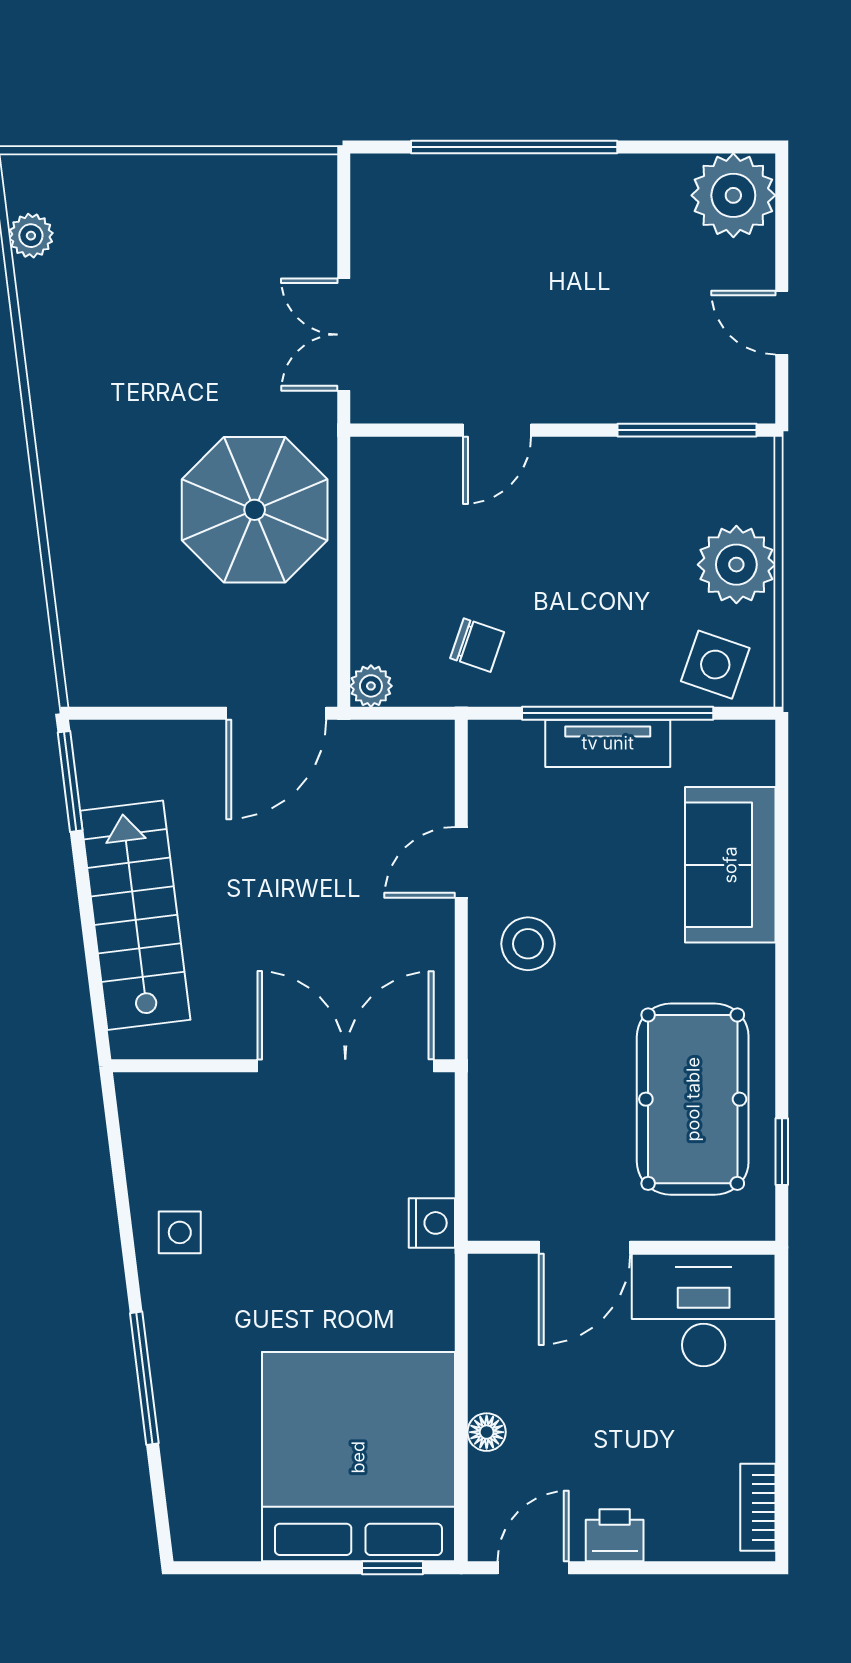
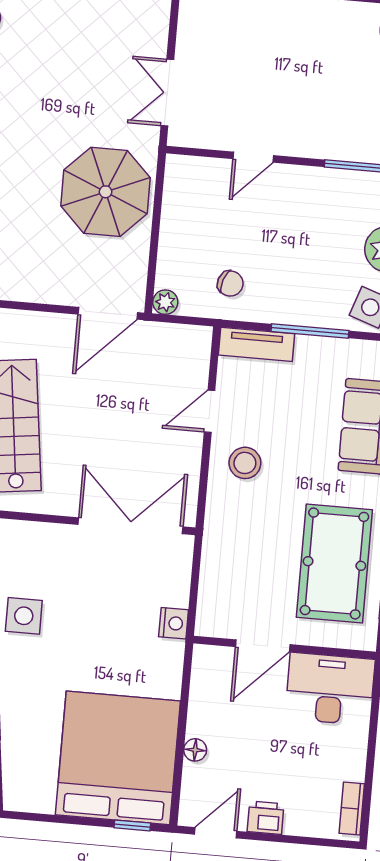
window: (618, 713) -> (310, 331), width x0.68
tv unit: (608, 743) -> (256, 344), moved
side table: (180, 1232) -> (24, 616), width x1.37, depth x1.37

